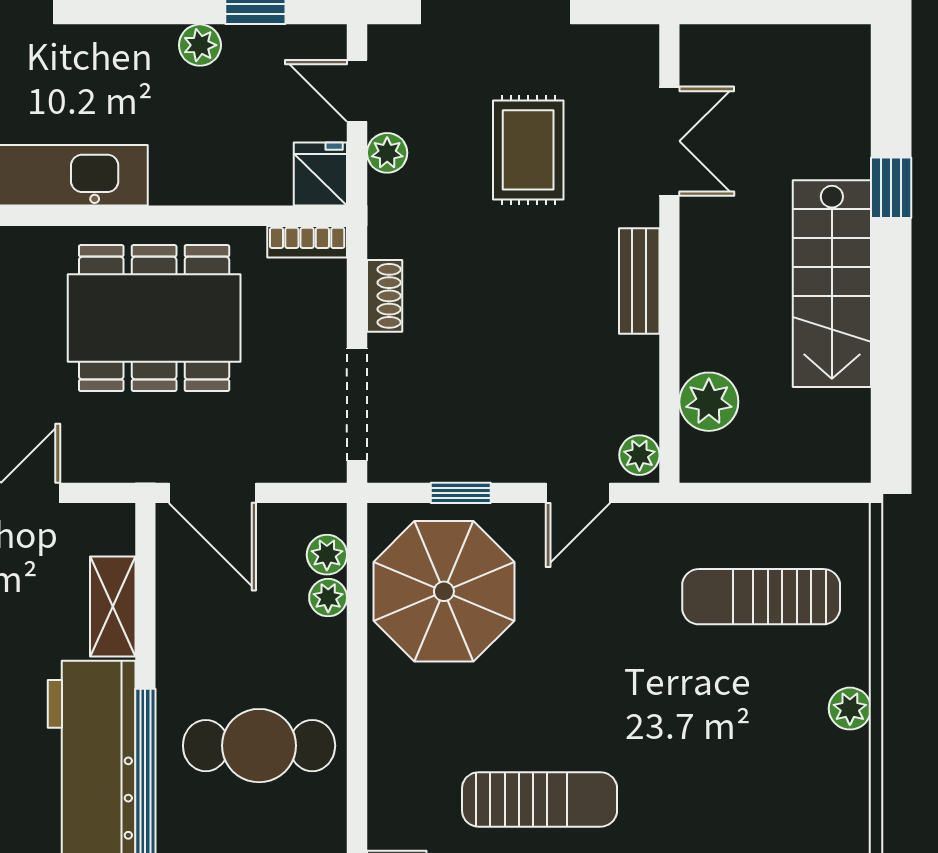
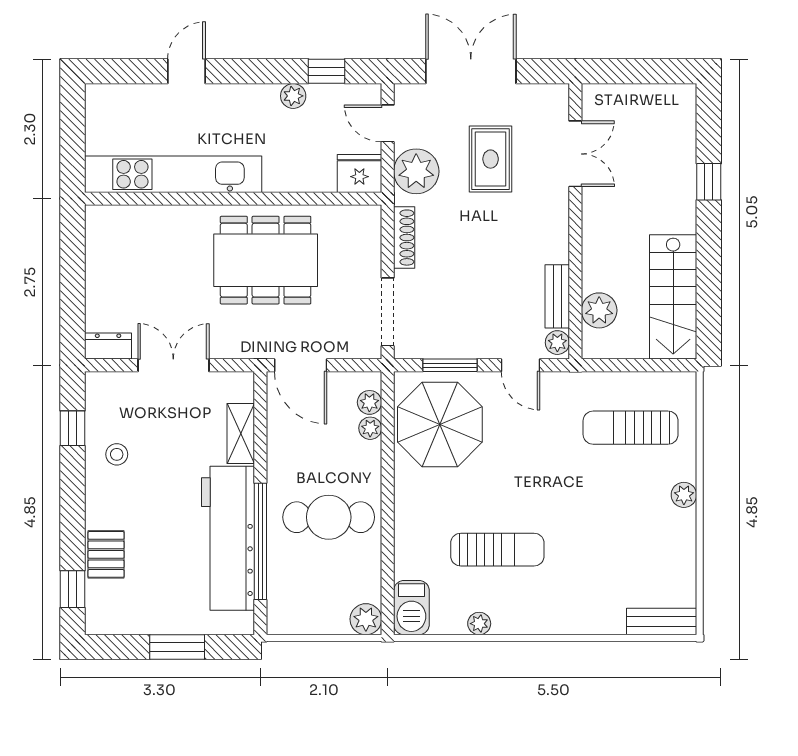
plant: (387, 153) -> (416, 171), width x1.88, depth x1.88
fridge: (320, 174) -> (359, 174), width x1.38
bookcase: (307, 242) -> (358, 214), removed
bench: (639, 281) -> (557, 296), moved
stairs: (832, 284) -> (673, 297), moved
shoe rack: (385, 296) -> (404, 238), width x1.43
window: (461, 493) -> (450, 365), width x1.50
door: (578, 493) -> (520, 365), hinge flipped

